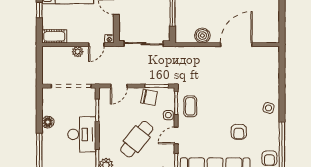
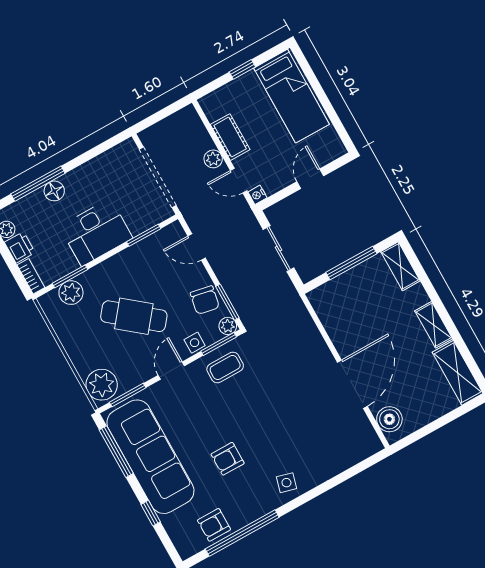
cot: (54, 36) -> (230, 137), moved
boiler: (202, 36) -> (389, 419), moved
sliding door: (144, 44) -> (279, 249), width x0.73
door: (236, 45) -> (352, 384), hinge flipped
plant: (169, 93) -> (228, 326), added
floor lamp: (48, 122) -> (54, 191), moved
door: (176, 135) -> (171, 371), hinge flipped

